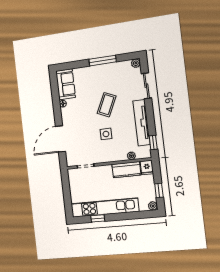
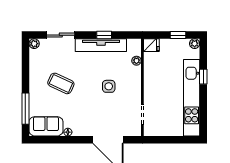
window: (103, 61) -> (25, 109), moved
coffee table: (107, 105) -> (61, 83), moved
window: (153, 143) -> (104, 35), moved
kitchen counter: (126, 170) -> (151, 68), removed
window: (98, 218) -> (203, 77), moved

